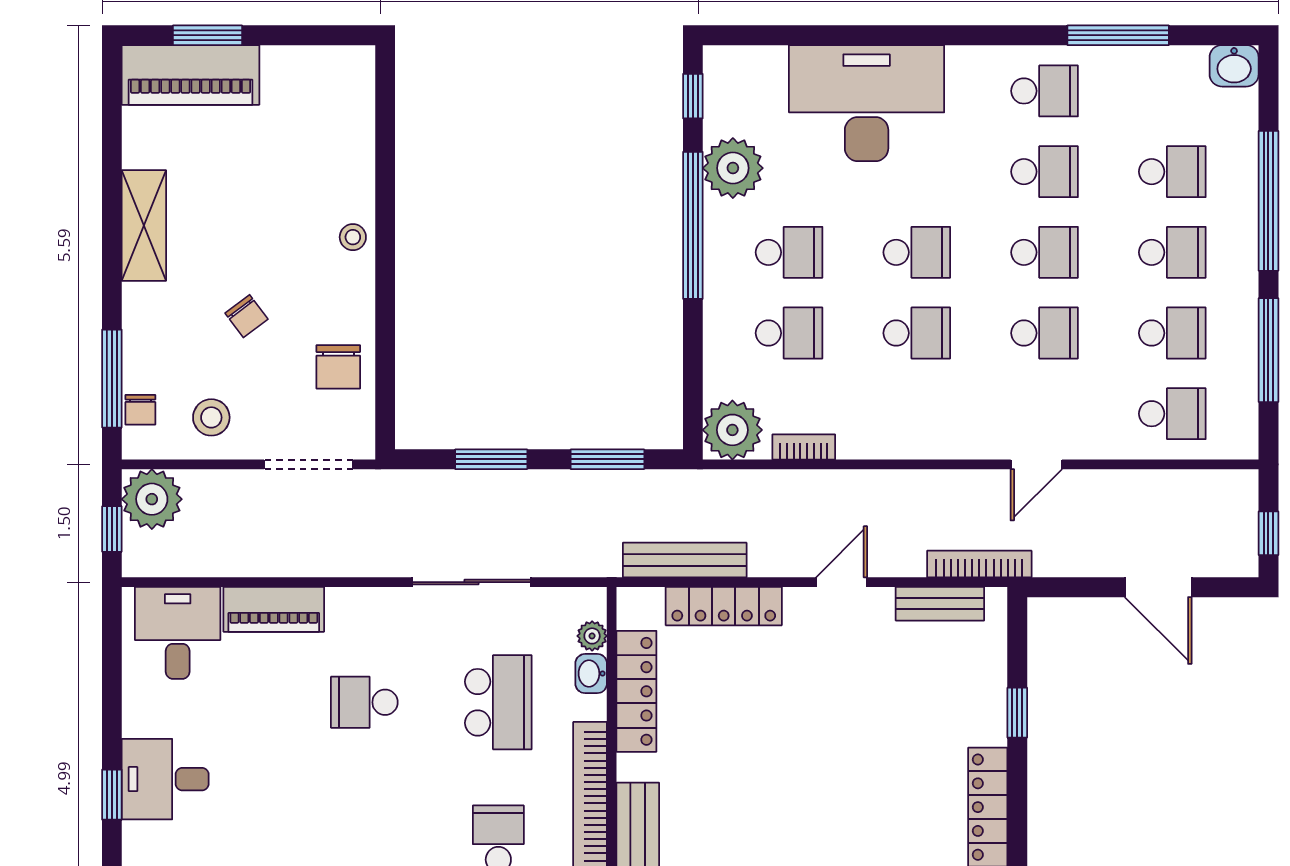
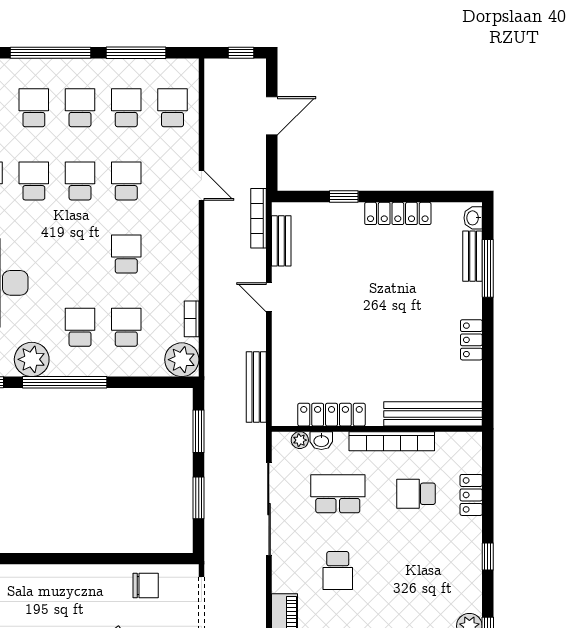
stool: (353, 237) -> (71, 577), removed
school desk: (917, 252) -> (80, 254), removed
sliding door: (471, 582) -> (269, 509), width x1.36
locker: (724, 606) -> (283, 365), removed

